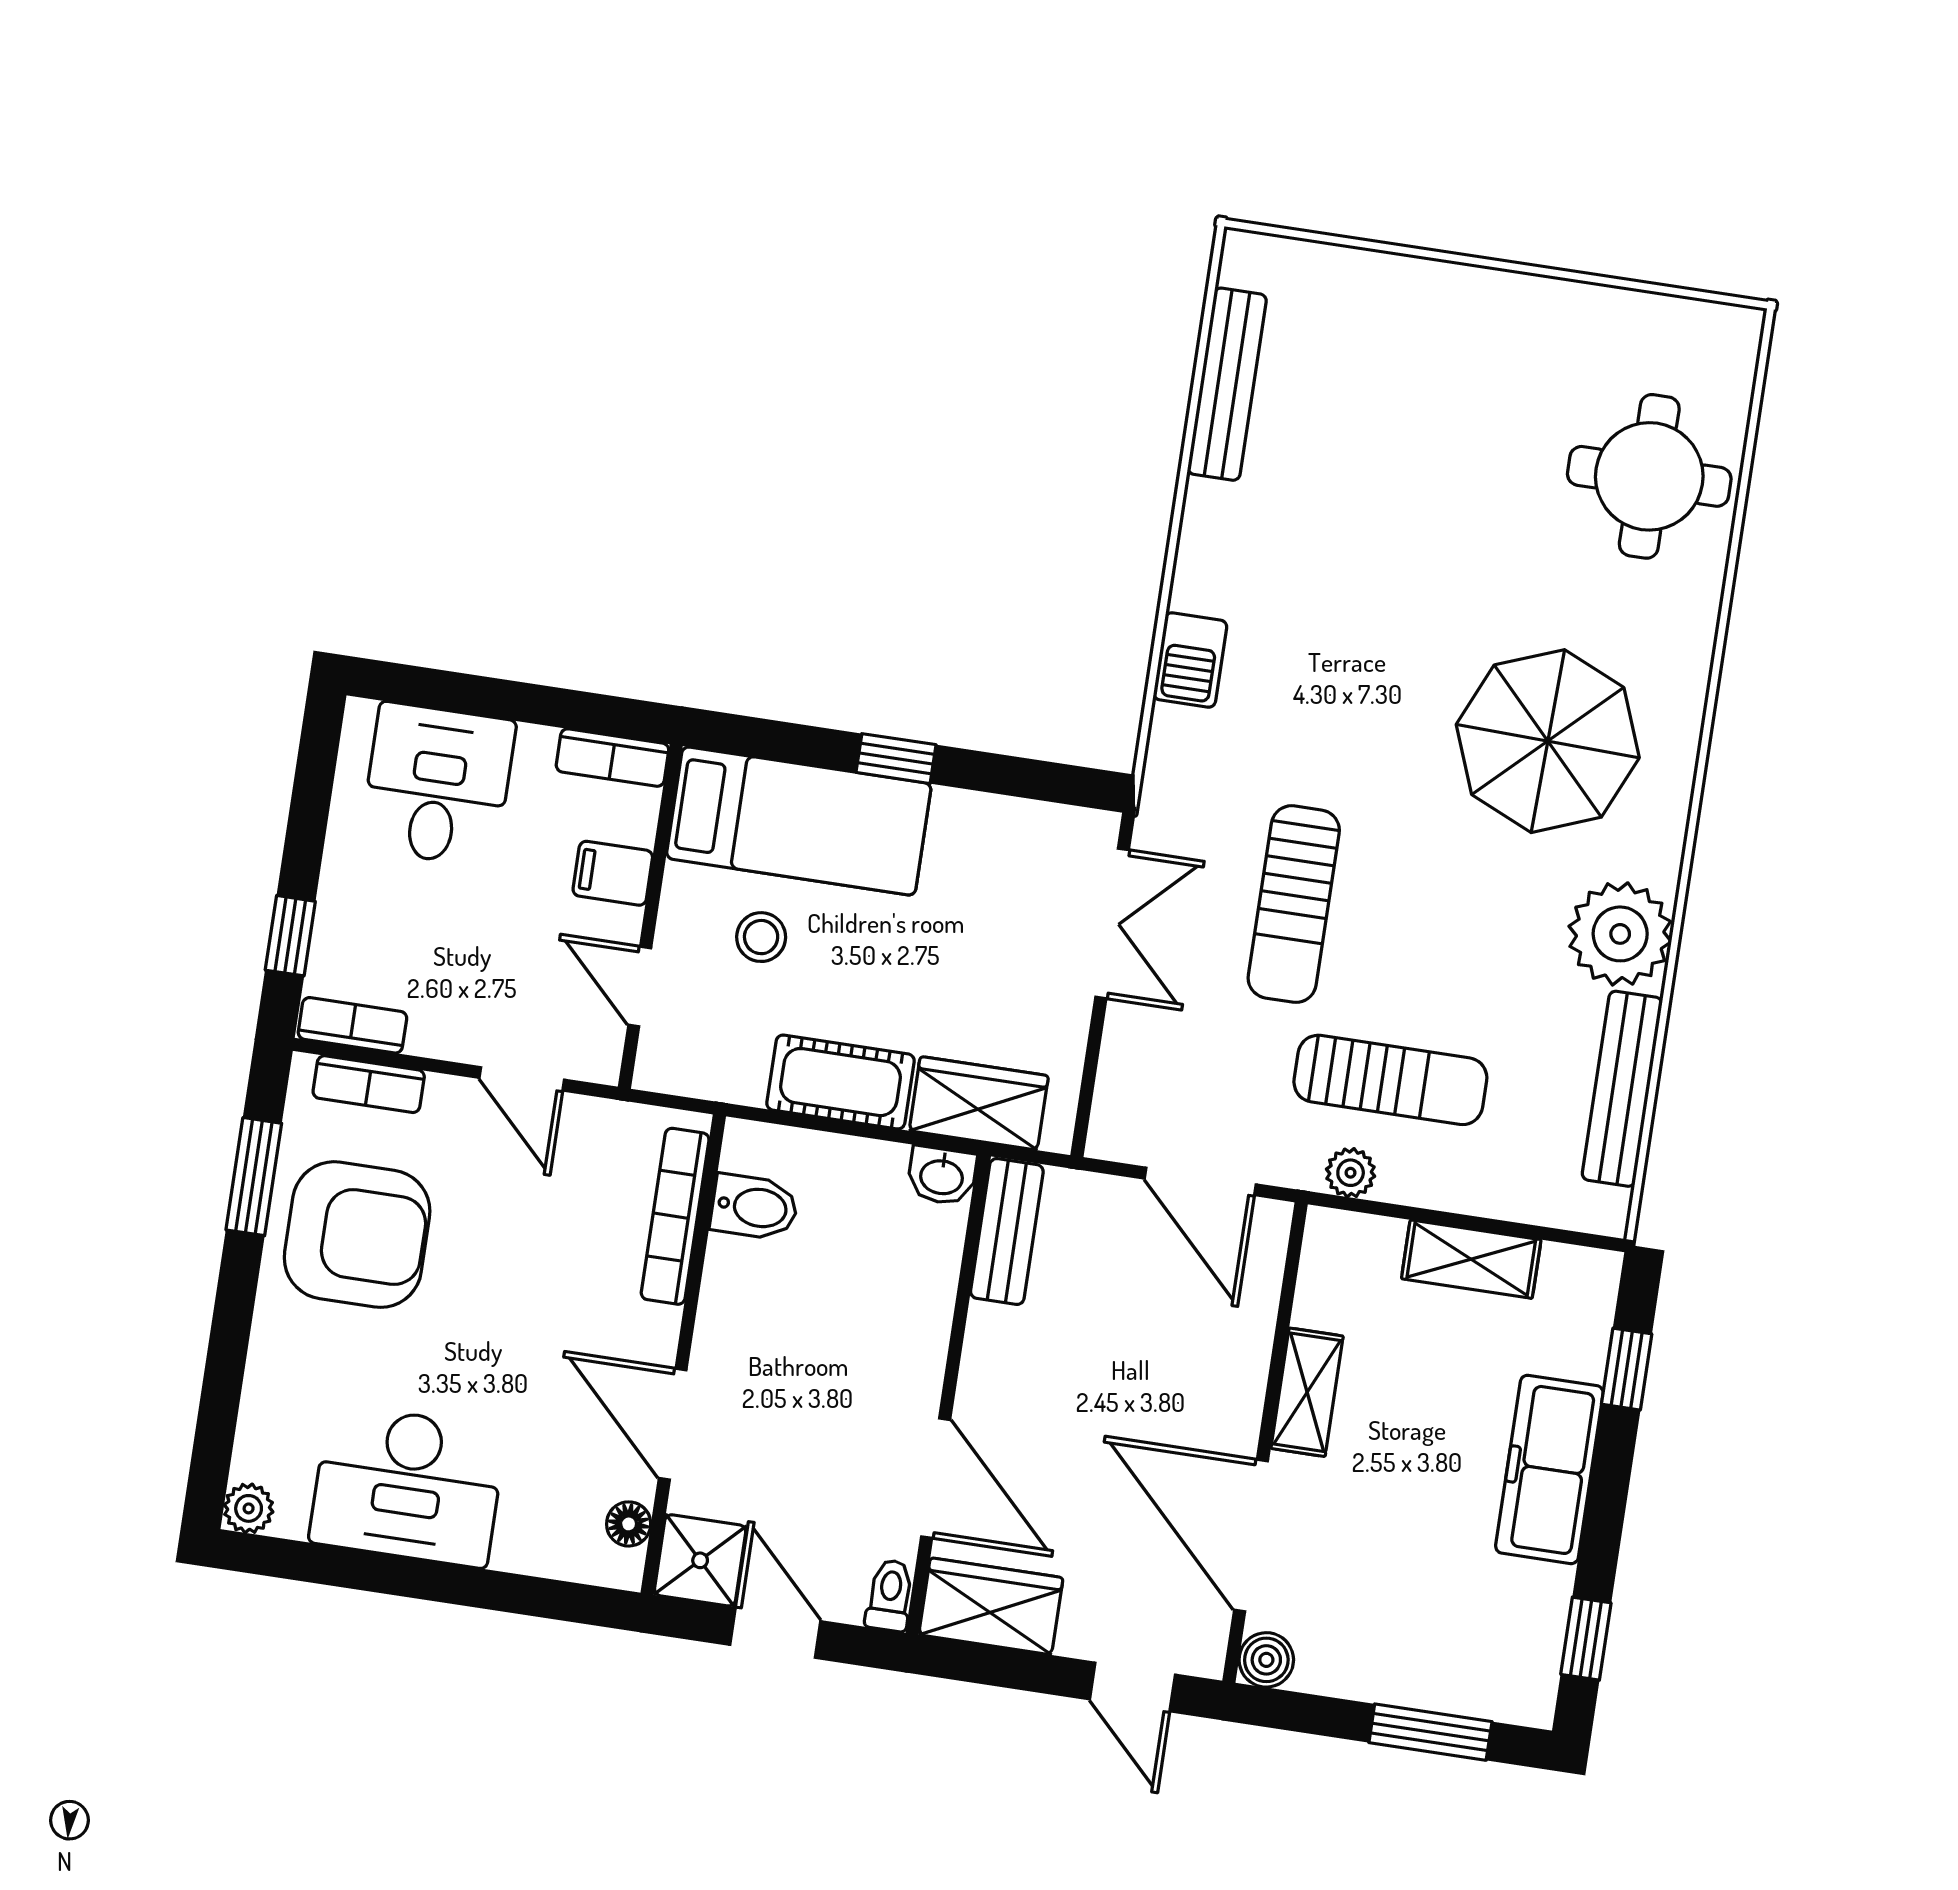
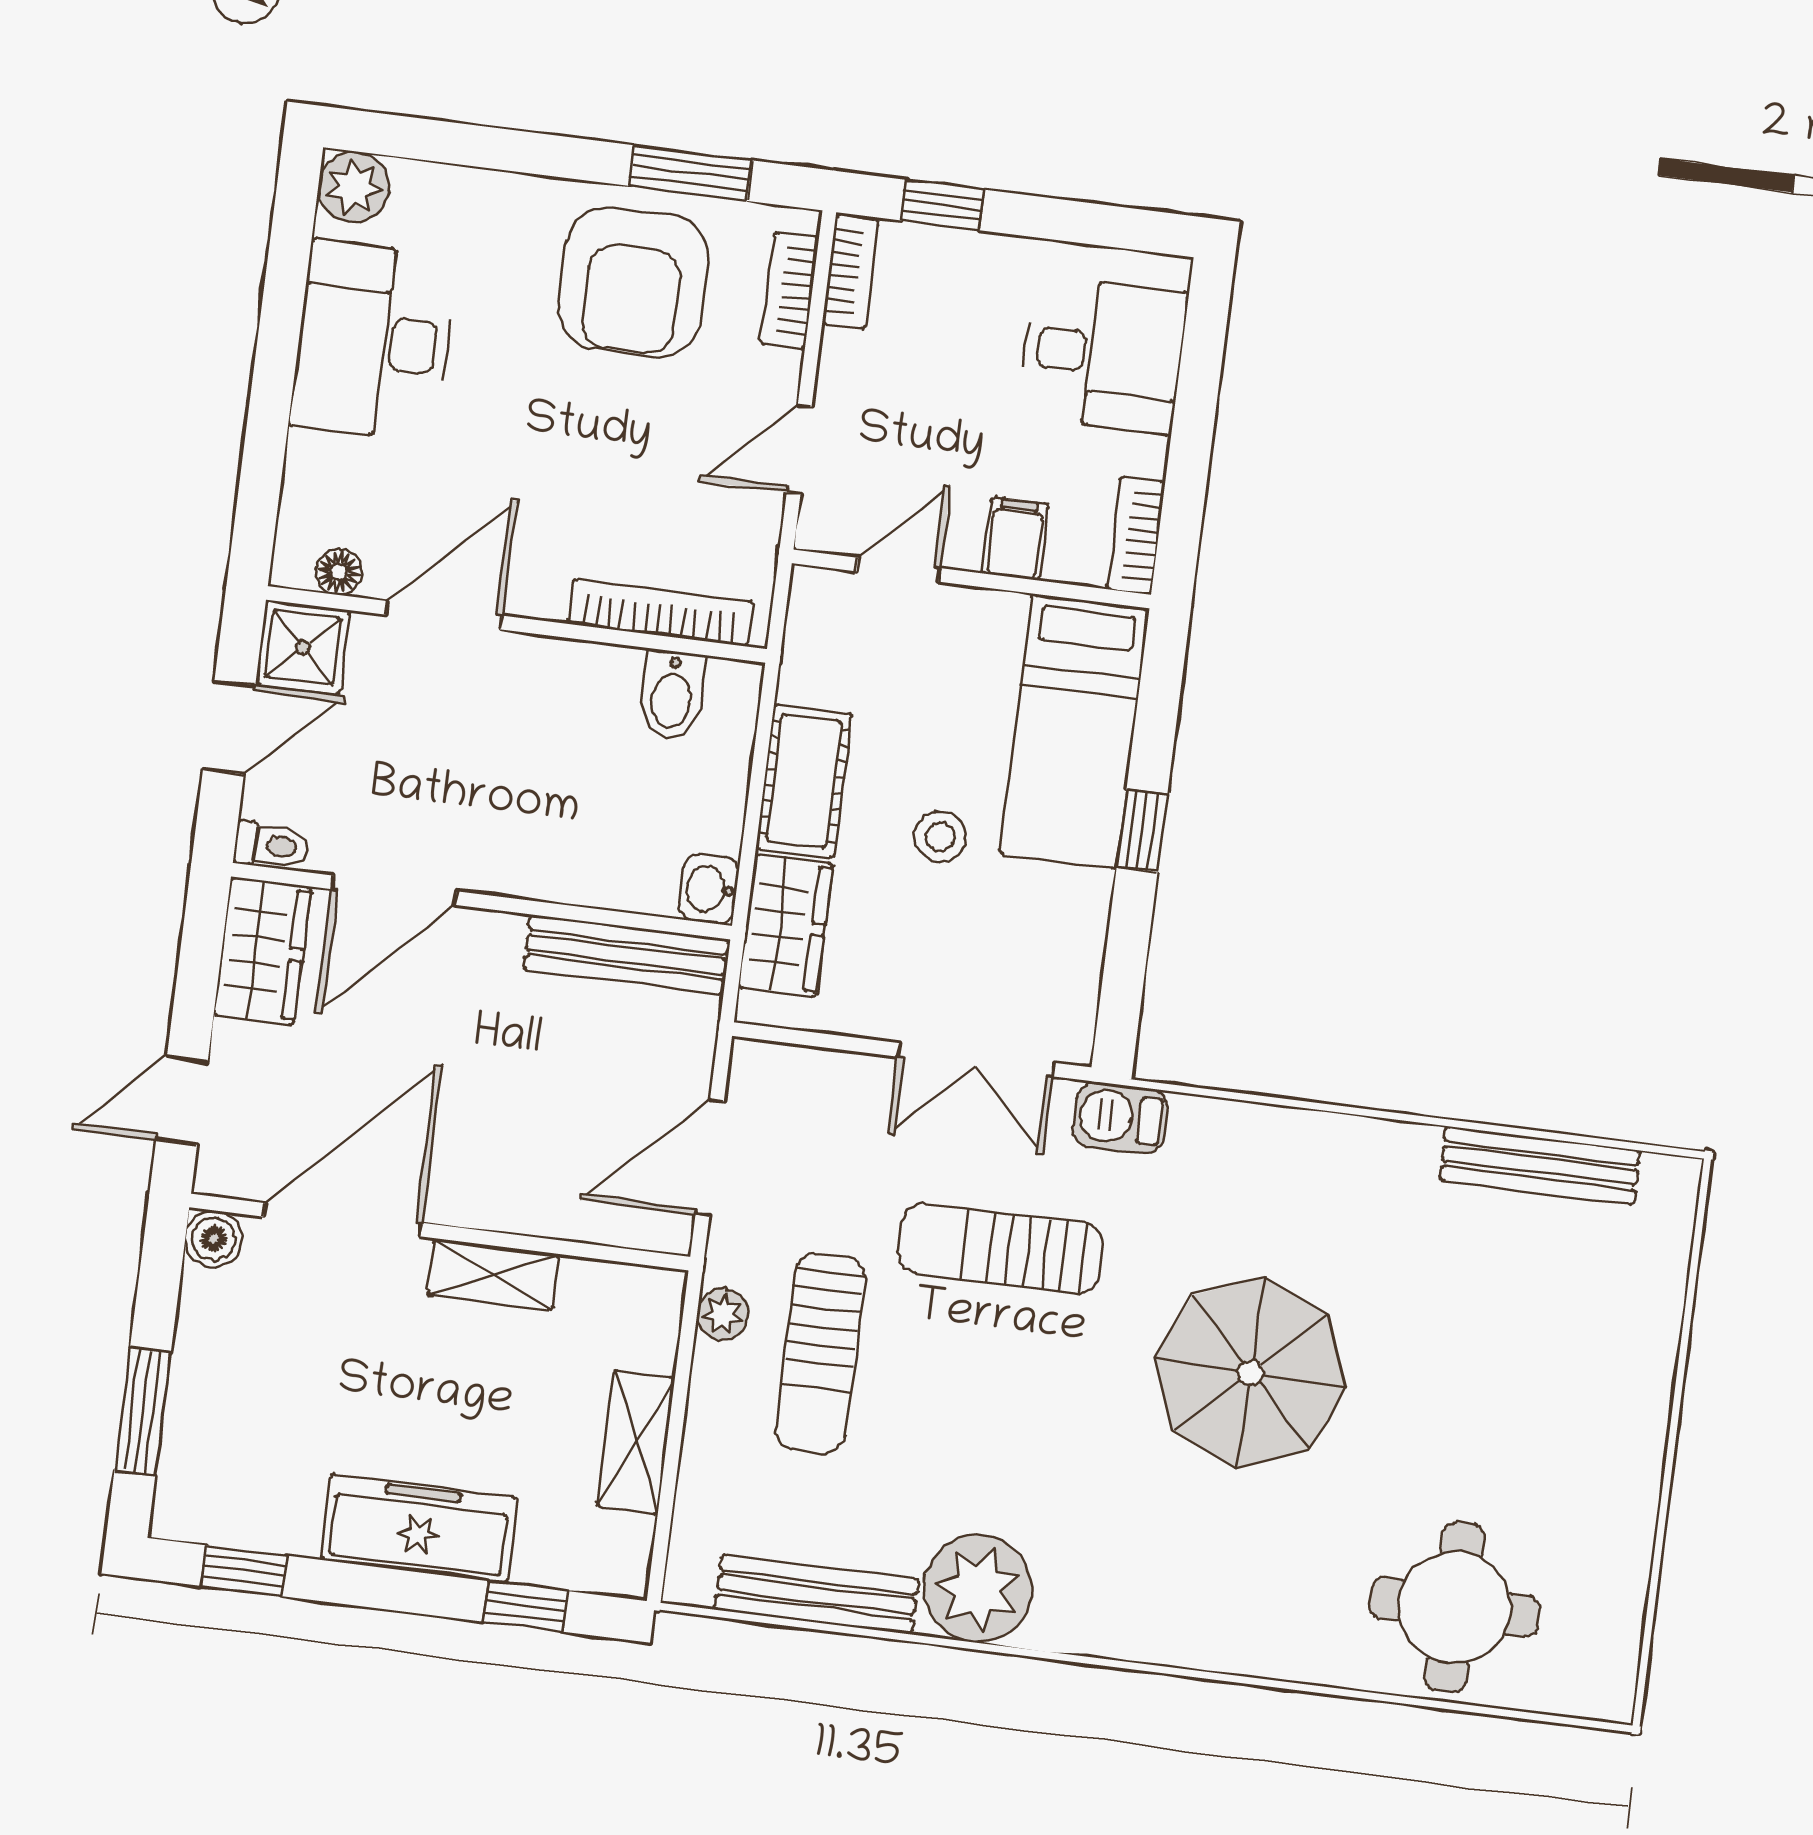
barbecue: (1190, 660) -> (1121, 1118), moved
parasol: (1548, 741) -> (1251, 1373), moved
stool: (761, 937) -> (940, 837), moved
bench: (1007, 1232) -> (626, 955), width x1.36
plant: (249, 1508) -> (354, 187), width x1.38, depth x1.38

